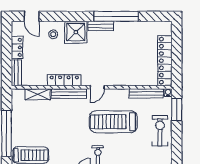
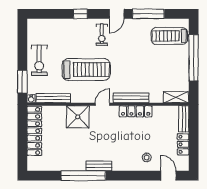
shower: (76, 32) -> (78, 117), moved
shelving: (38, 94) -> (176, 97), moved

